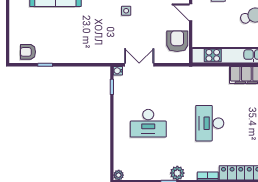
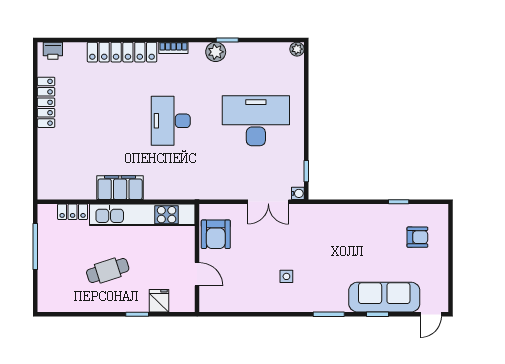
armchair: (28, 52) -> (417, 237), moved
desk: (148, 123) -> (256, 121), width x1.36, depth x1.30
desk: (210, 123) -> (171, 121), turned 180

